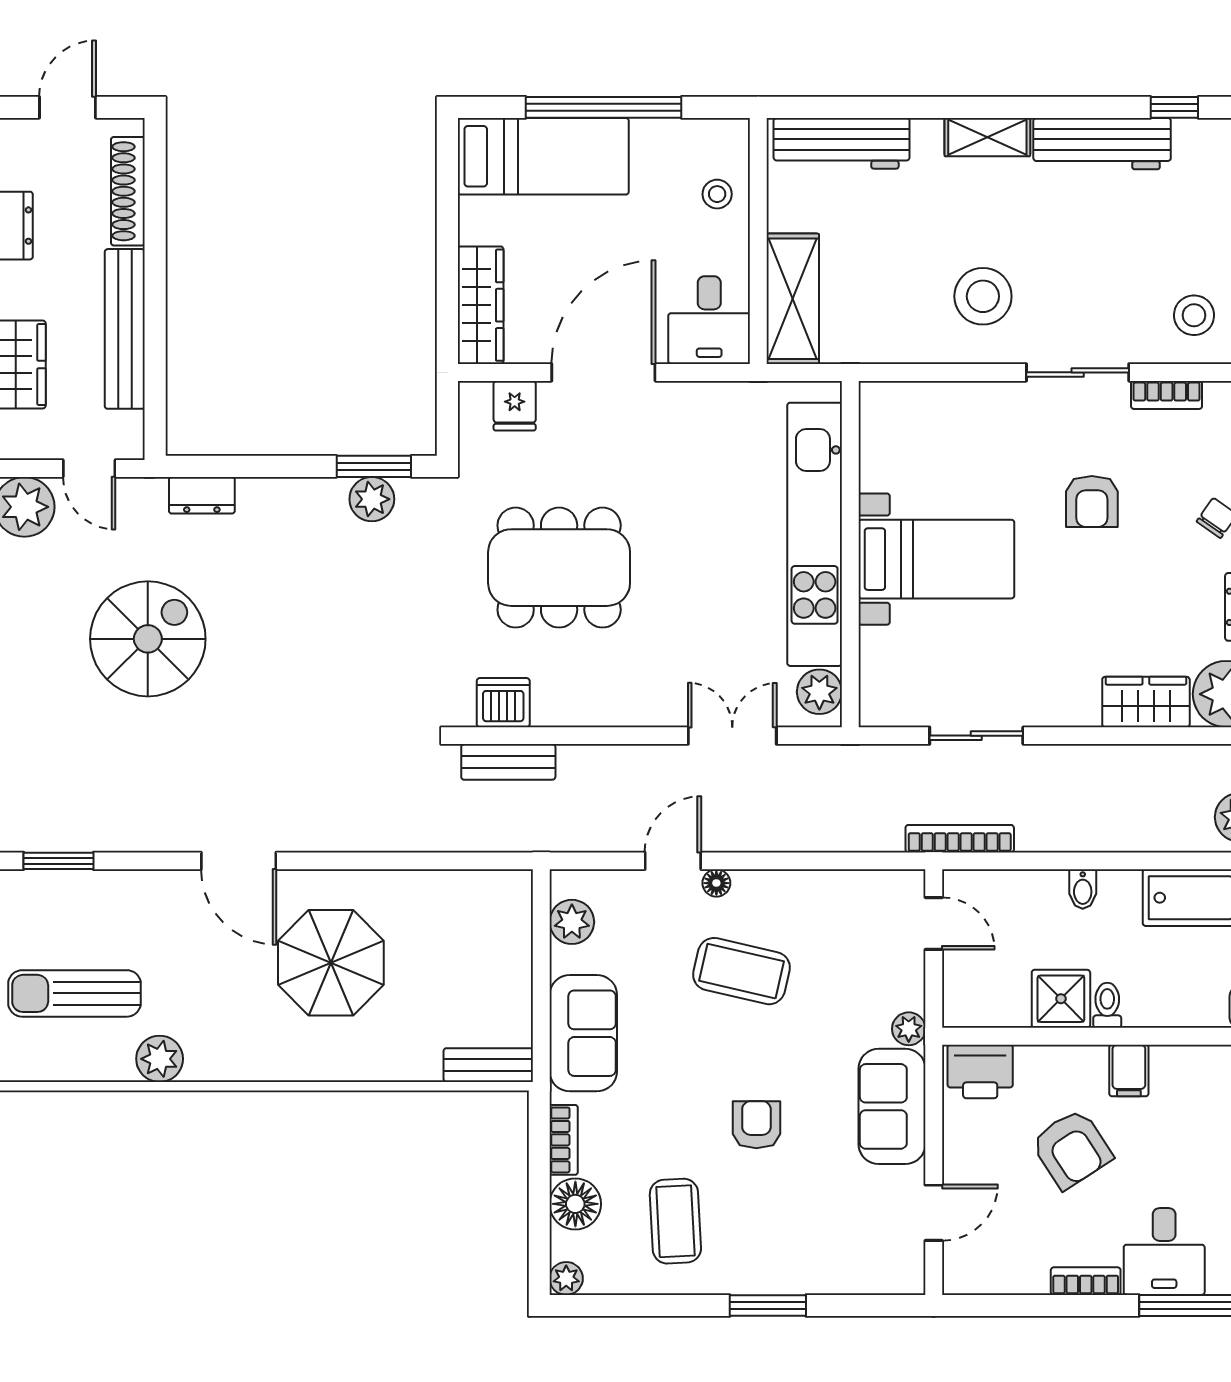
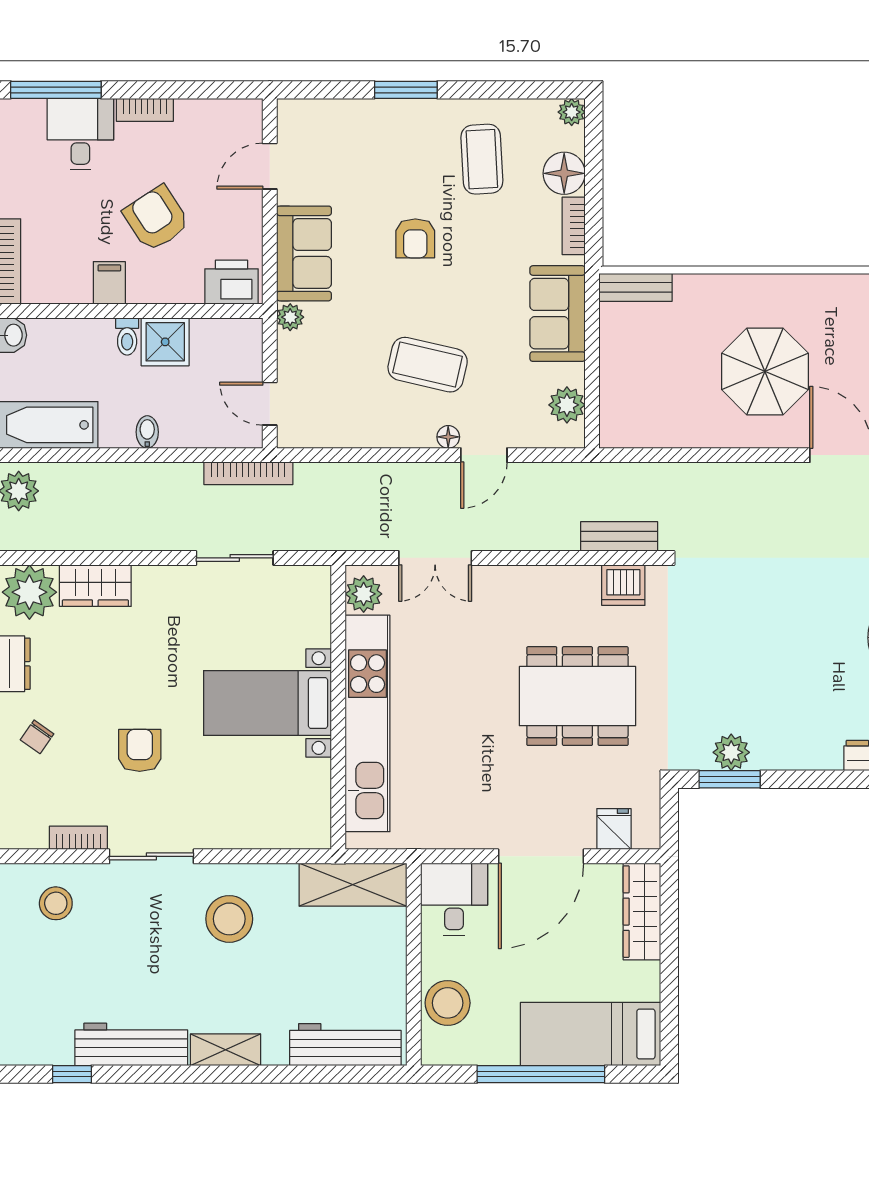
stool: (717, 194) -> (448, 1003), width x1.89, depth x1.89
shelving: (793, 299) -> (353, 885), moved, turned 90

